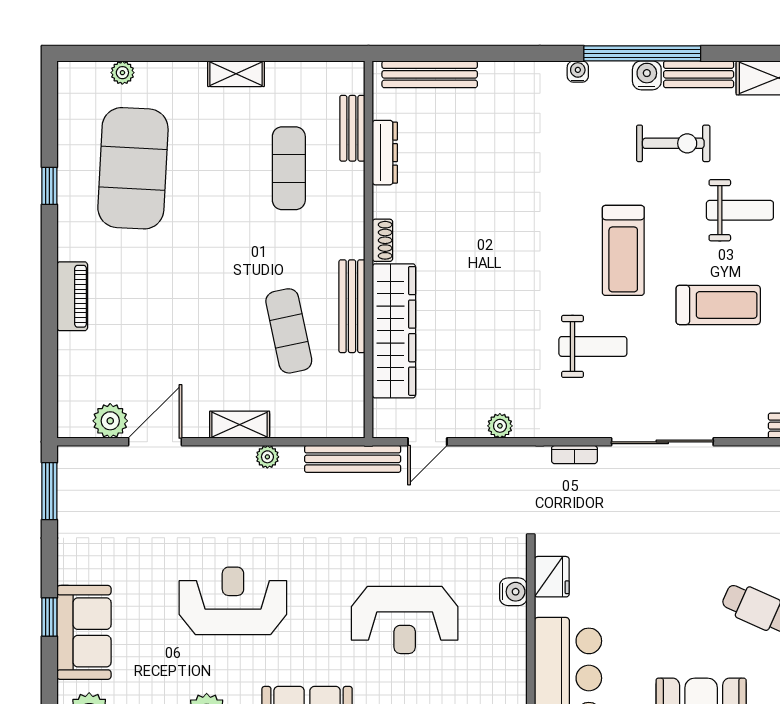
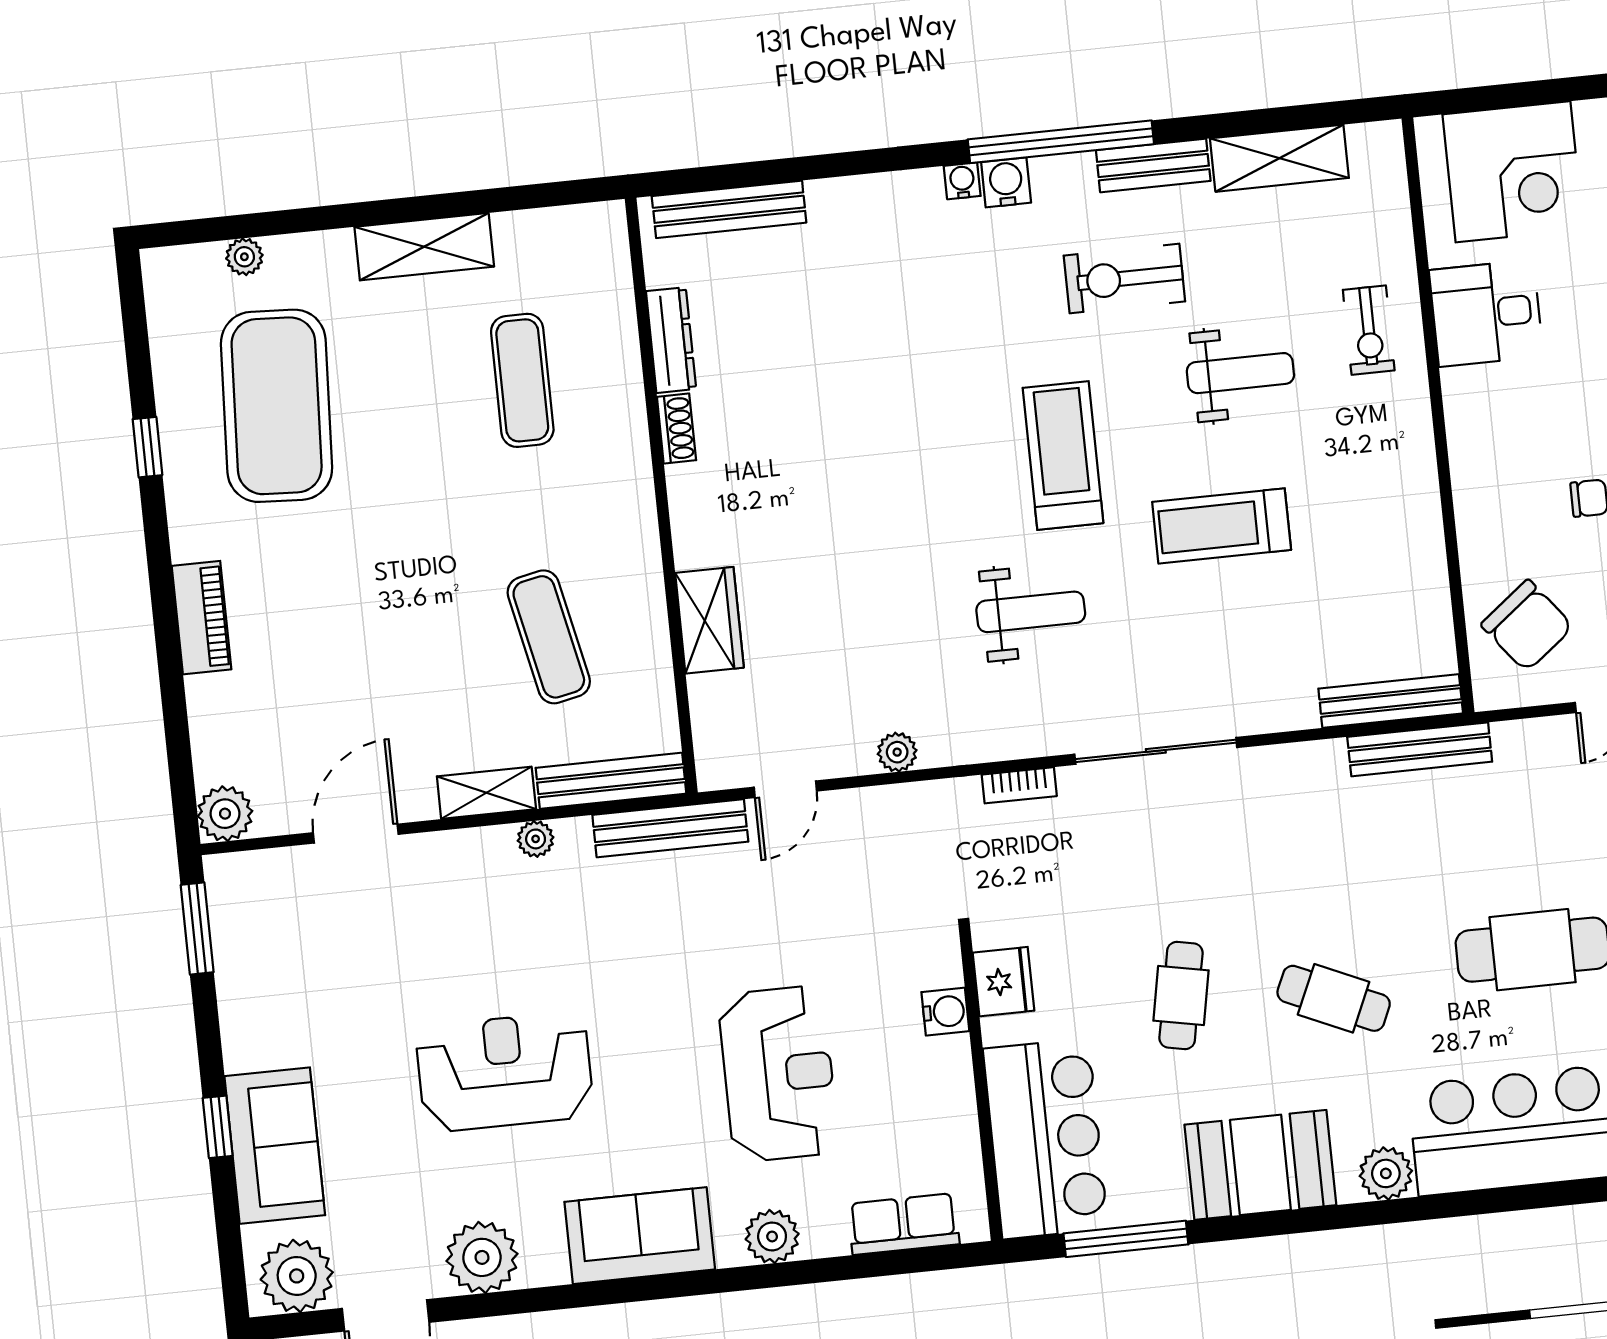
shelving: (236, 74) -> (424, 247), width x1.50, depth x1.33
water cooler: (647, 75) -> (1006, 182), moved
bench: (352, 128) -> (616, 307), removed
exercise bike: (673, 143) -> (1124, 278), turned 180
shoe rack: (382, 240) -> (676, 429), moved
treadmill: (623, 250) -> (1063, 455), turned 180
treadmill: (718, 305) -> (1222, 526), turned 180
bench: (352, 306) -> (611, 781), moved, turned 90
wardrobe: (394, 331) -> (709, 620), width x0.48, depth x0.85
plant: (110, 421) -> (225, 814), moved
cafe table: (662, 597) -> (1181, 996), added
reception desk: (405, 620) -> (778, 1074), turned -90

